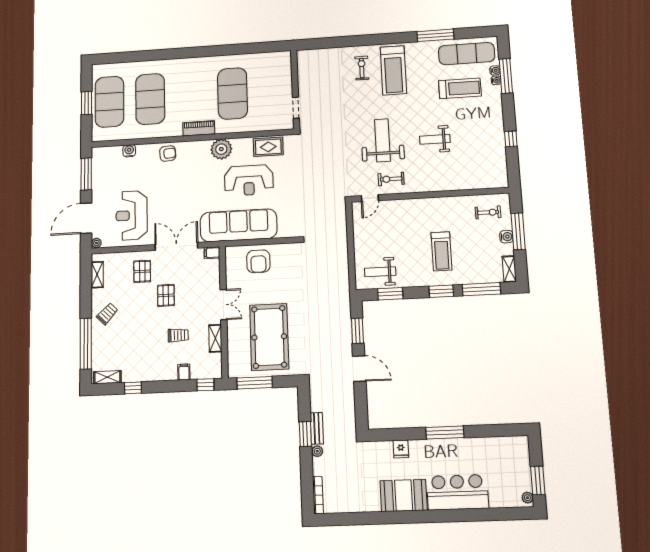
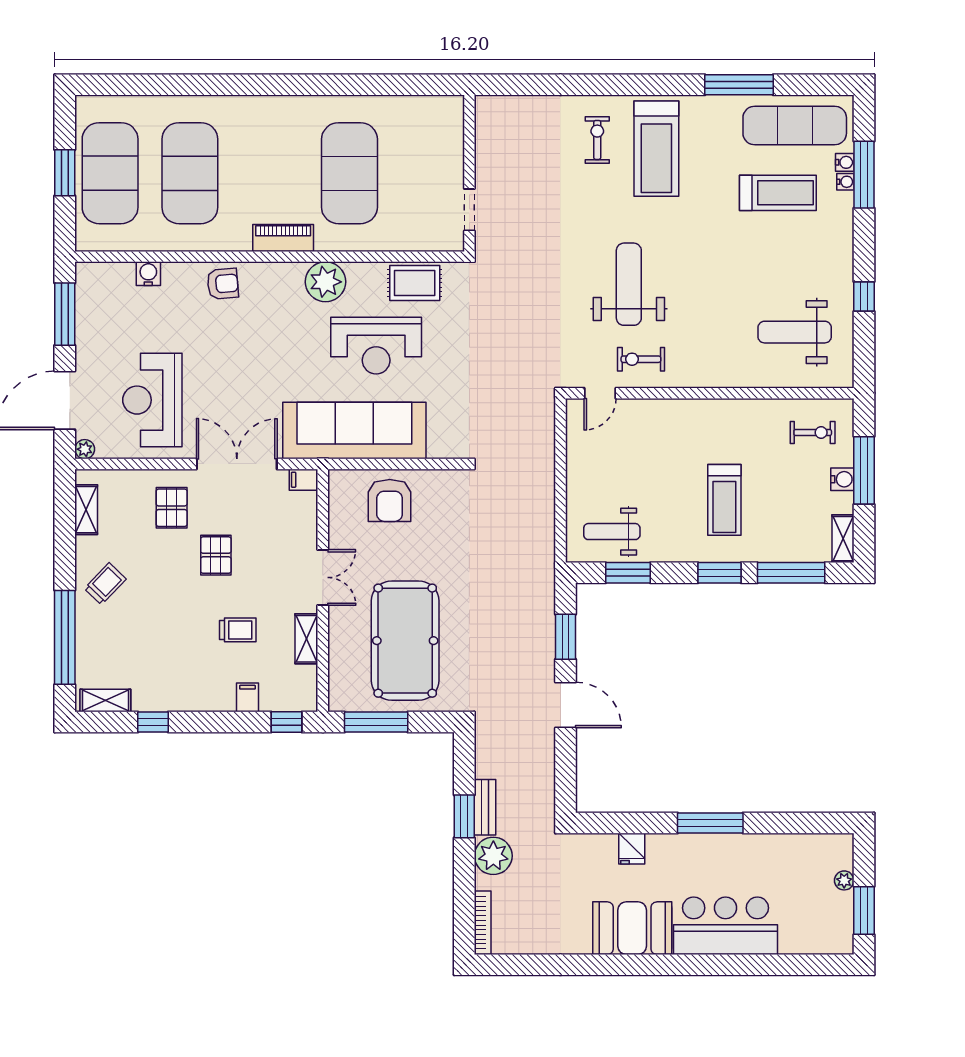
weight bench: (435, 139) -> (795, 332), moved, width x1.36, depth x1.33
plant: (317, 451) -> (493, 856), width x1.88, depth x1.88
plant: (527, 498) -> (844, 880), moved

